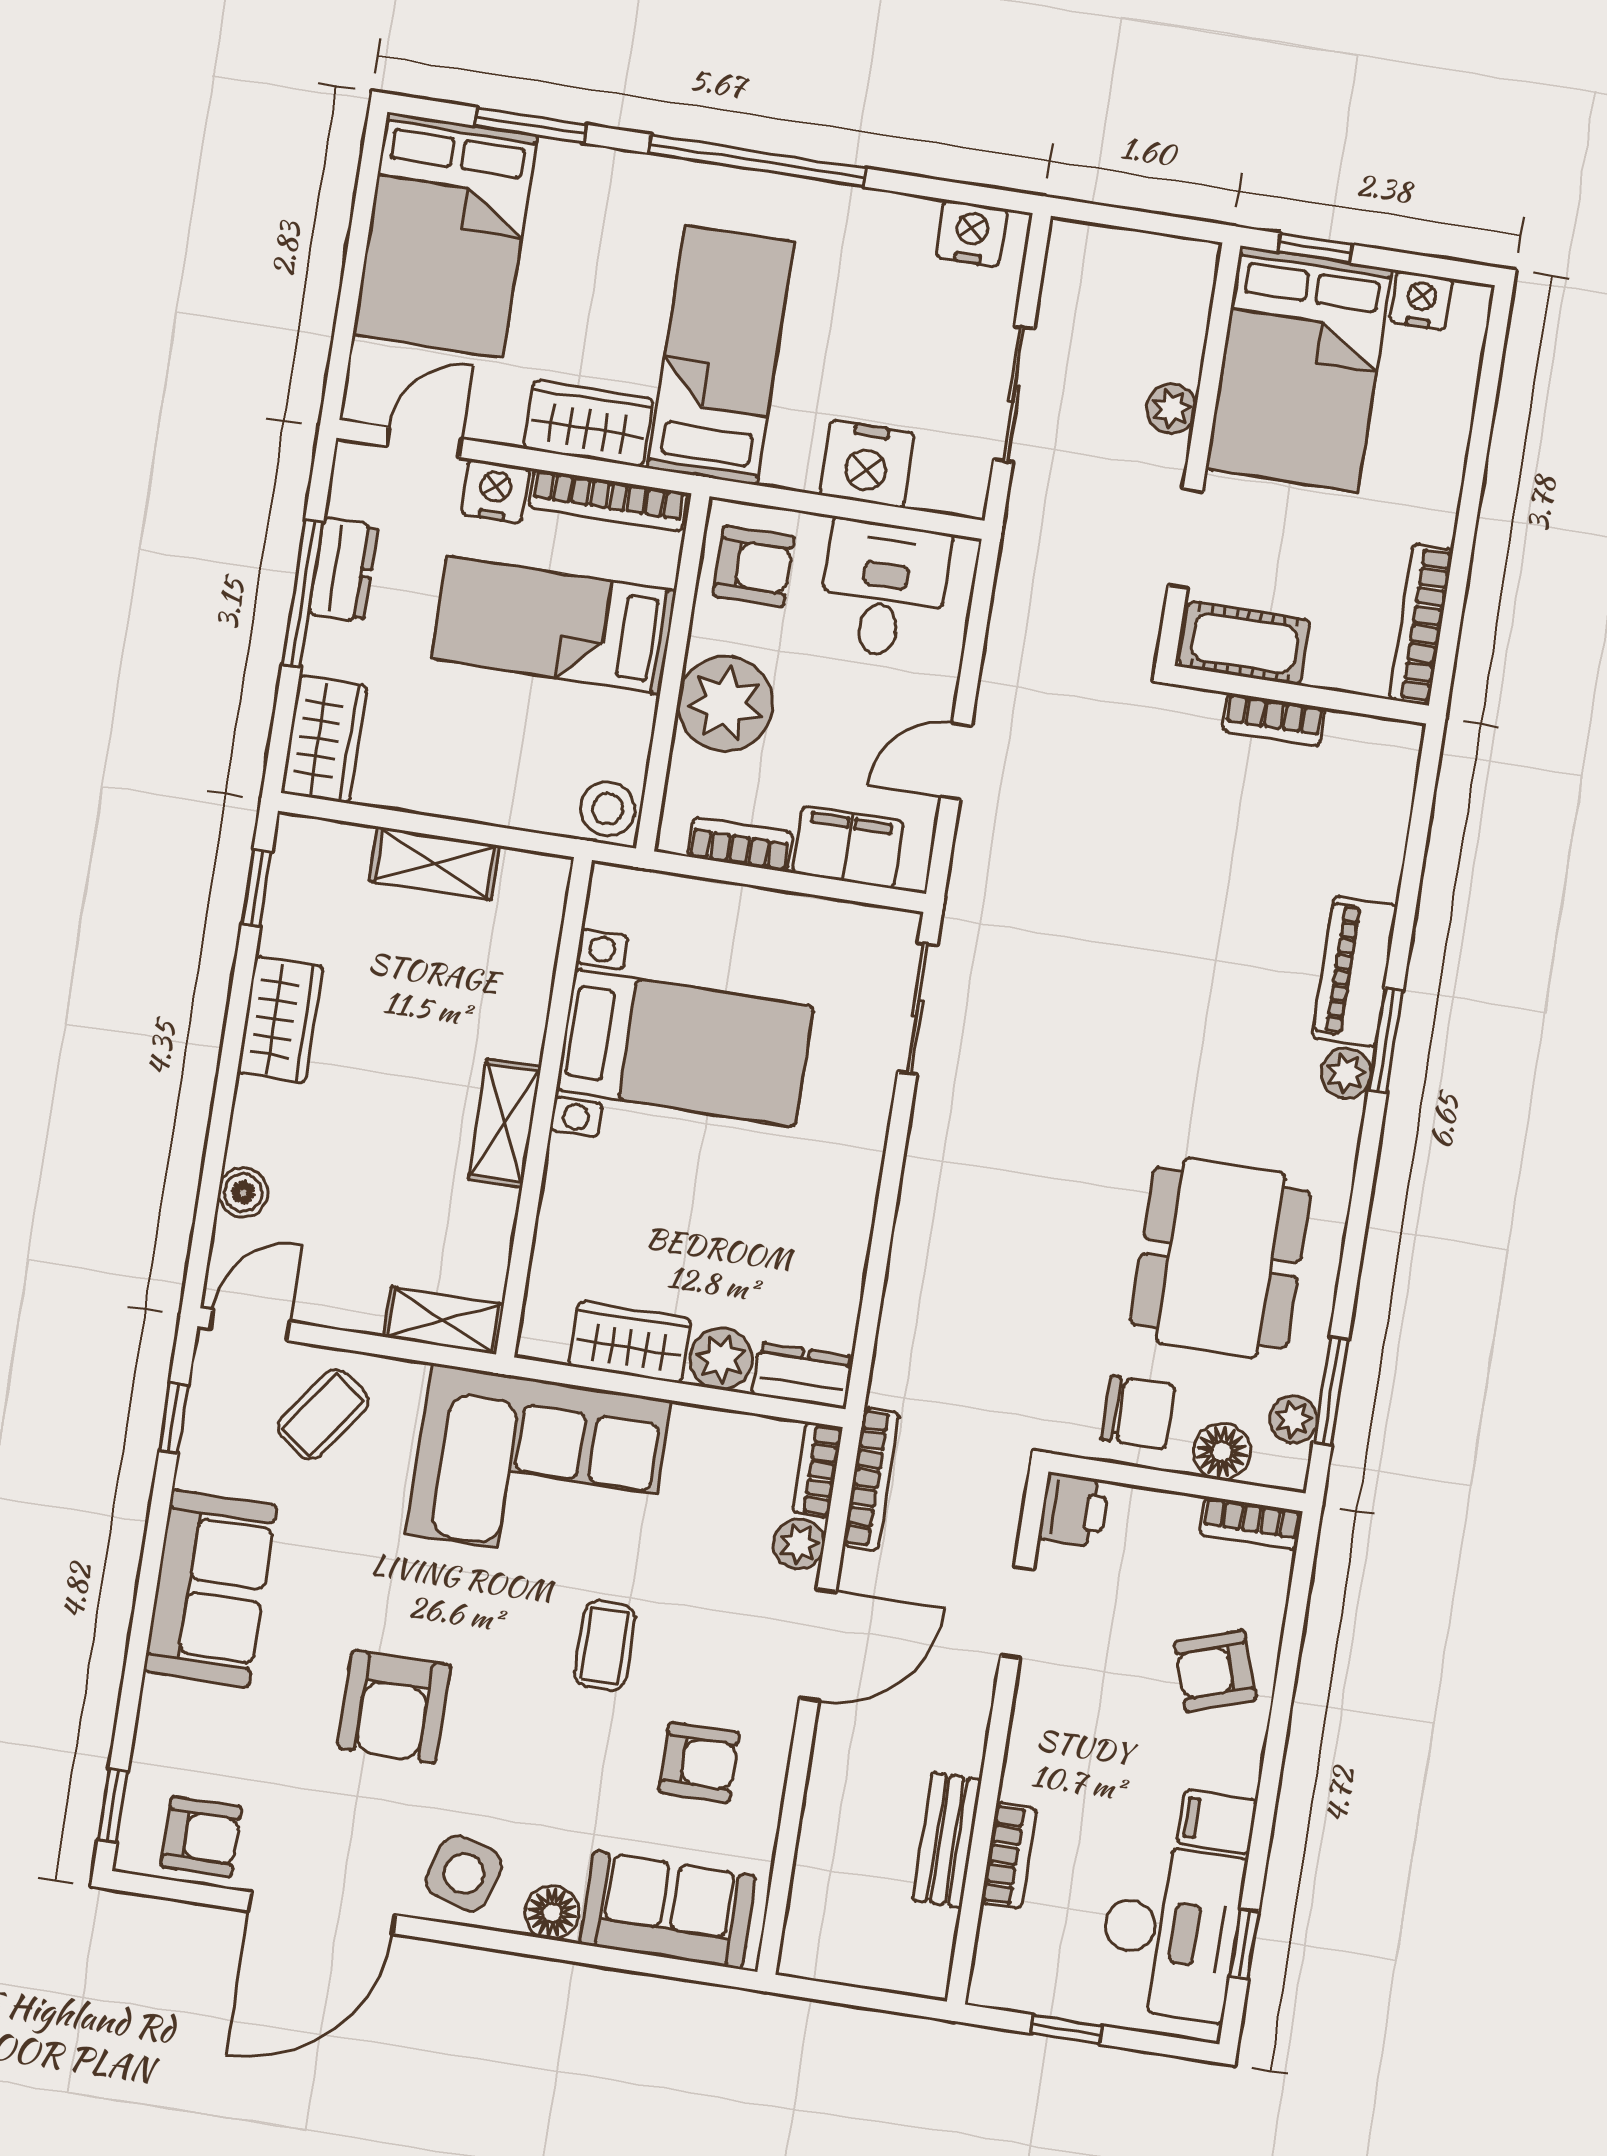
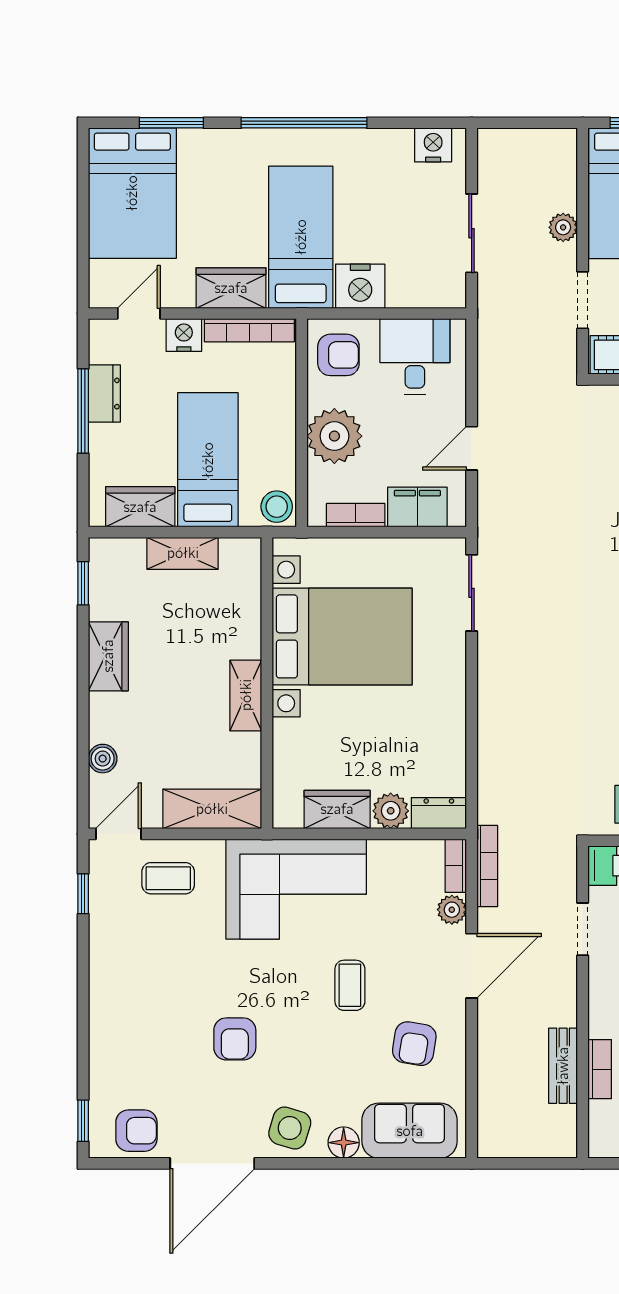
nightstand: (867, 464) -> (360, 286), moved
bed: (554, 625) -> (208, 460), moved, turned 90
wardrobe: (324, 739) -> (140, 507), moved, turned -90
bed with nightstands: (685, 1048) -> (342, 636), width x1.36
shelving: (444, 1320) -> (212, 809), width x1.50, depth x1.33
coffee table: (323, 1414) -> (168, 878), turned 54
sofa: (210, 1588) -> (119, 988), removed
armchair: (394, 1707) -> (235, 1039), width x0.72, depth x0.72
armchair: (699, 1763) -> (414, 1044), turned 99

